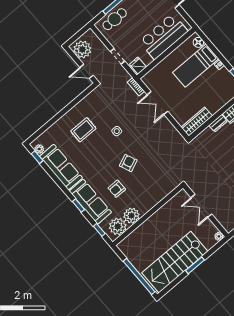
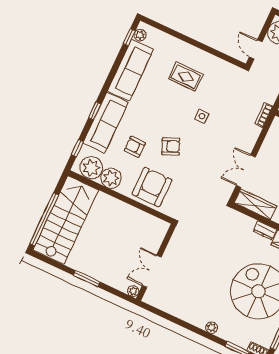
double door: (157, 103) -> (246, 171), moved
armchair: (151, 189) -> (152, 187), added
double door: (201, 206) -> (152, 271), moved
stairs: (175, 262) -> (66, 220), moved, turned 90

